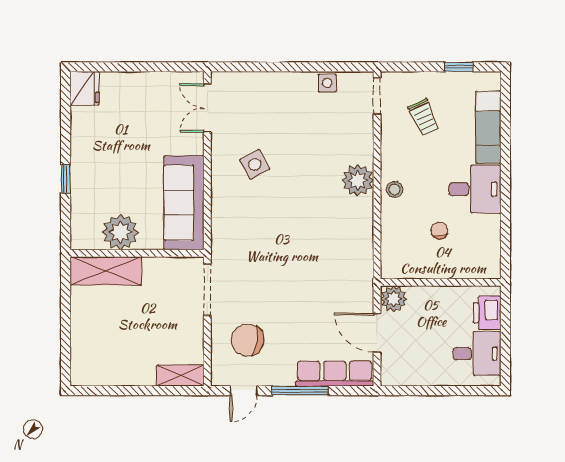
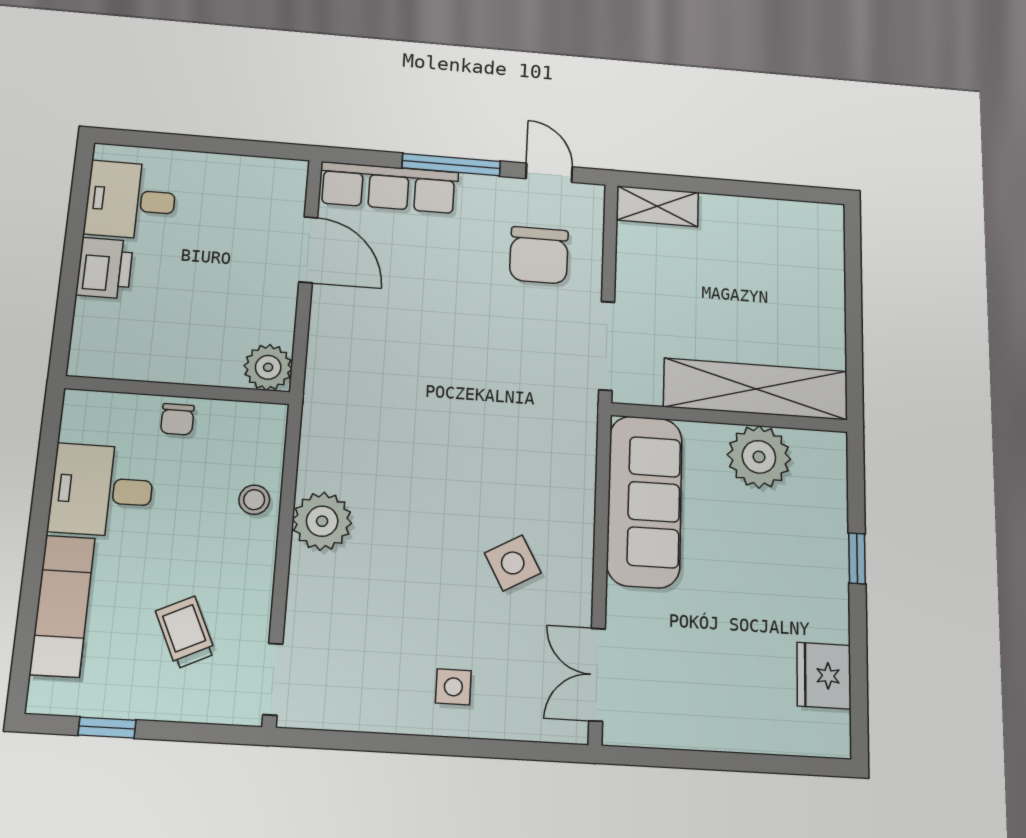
side table: (327, 83) -> (453, 687), moved
fridge: (85, 88) -> (824, 676), moved
double door: (207, 108) -> (597, 675), swing flipped
shelving: (106, 271) -> (756, 389), width x1.47
wall: (441, 282) -> (178, 390), moved
plant: (393, 299) -> (268, 367), moved
chair: (247, 340) -> (539, 255), turned 82
door: (244, 391) -> (549, 173), hinge flipped

